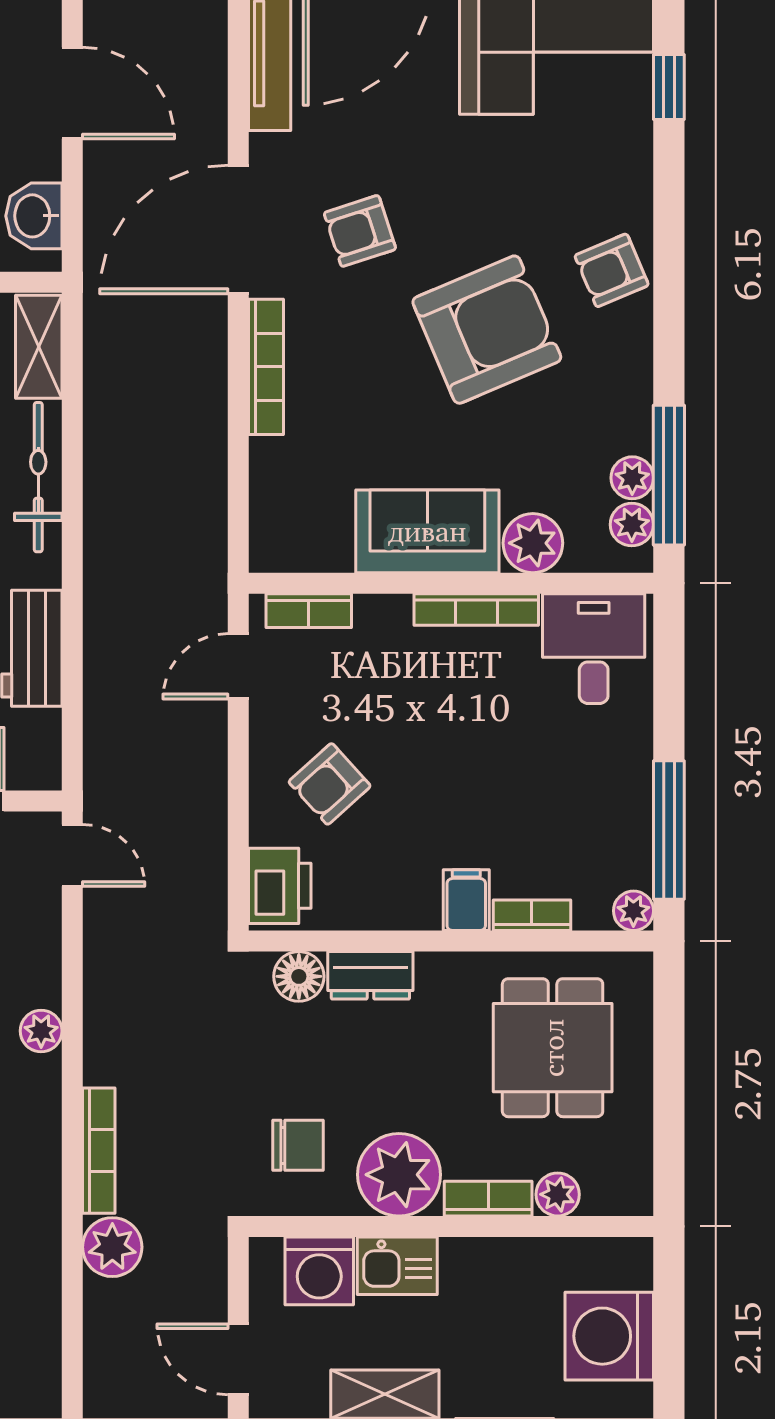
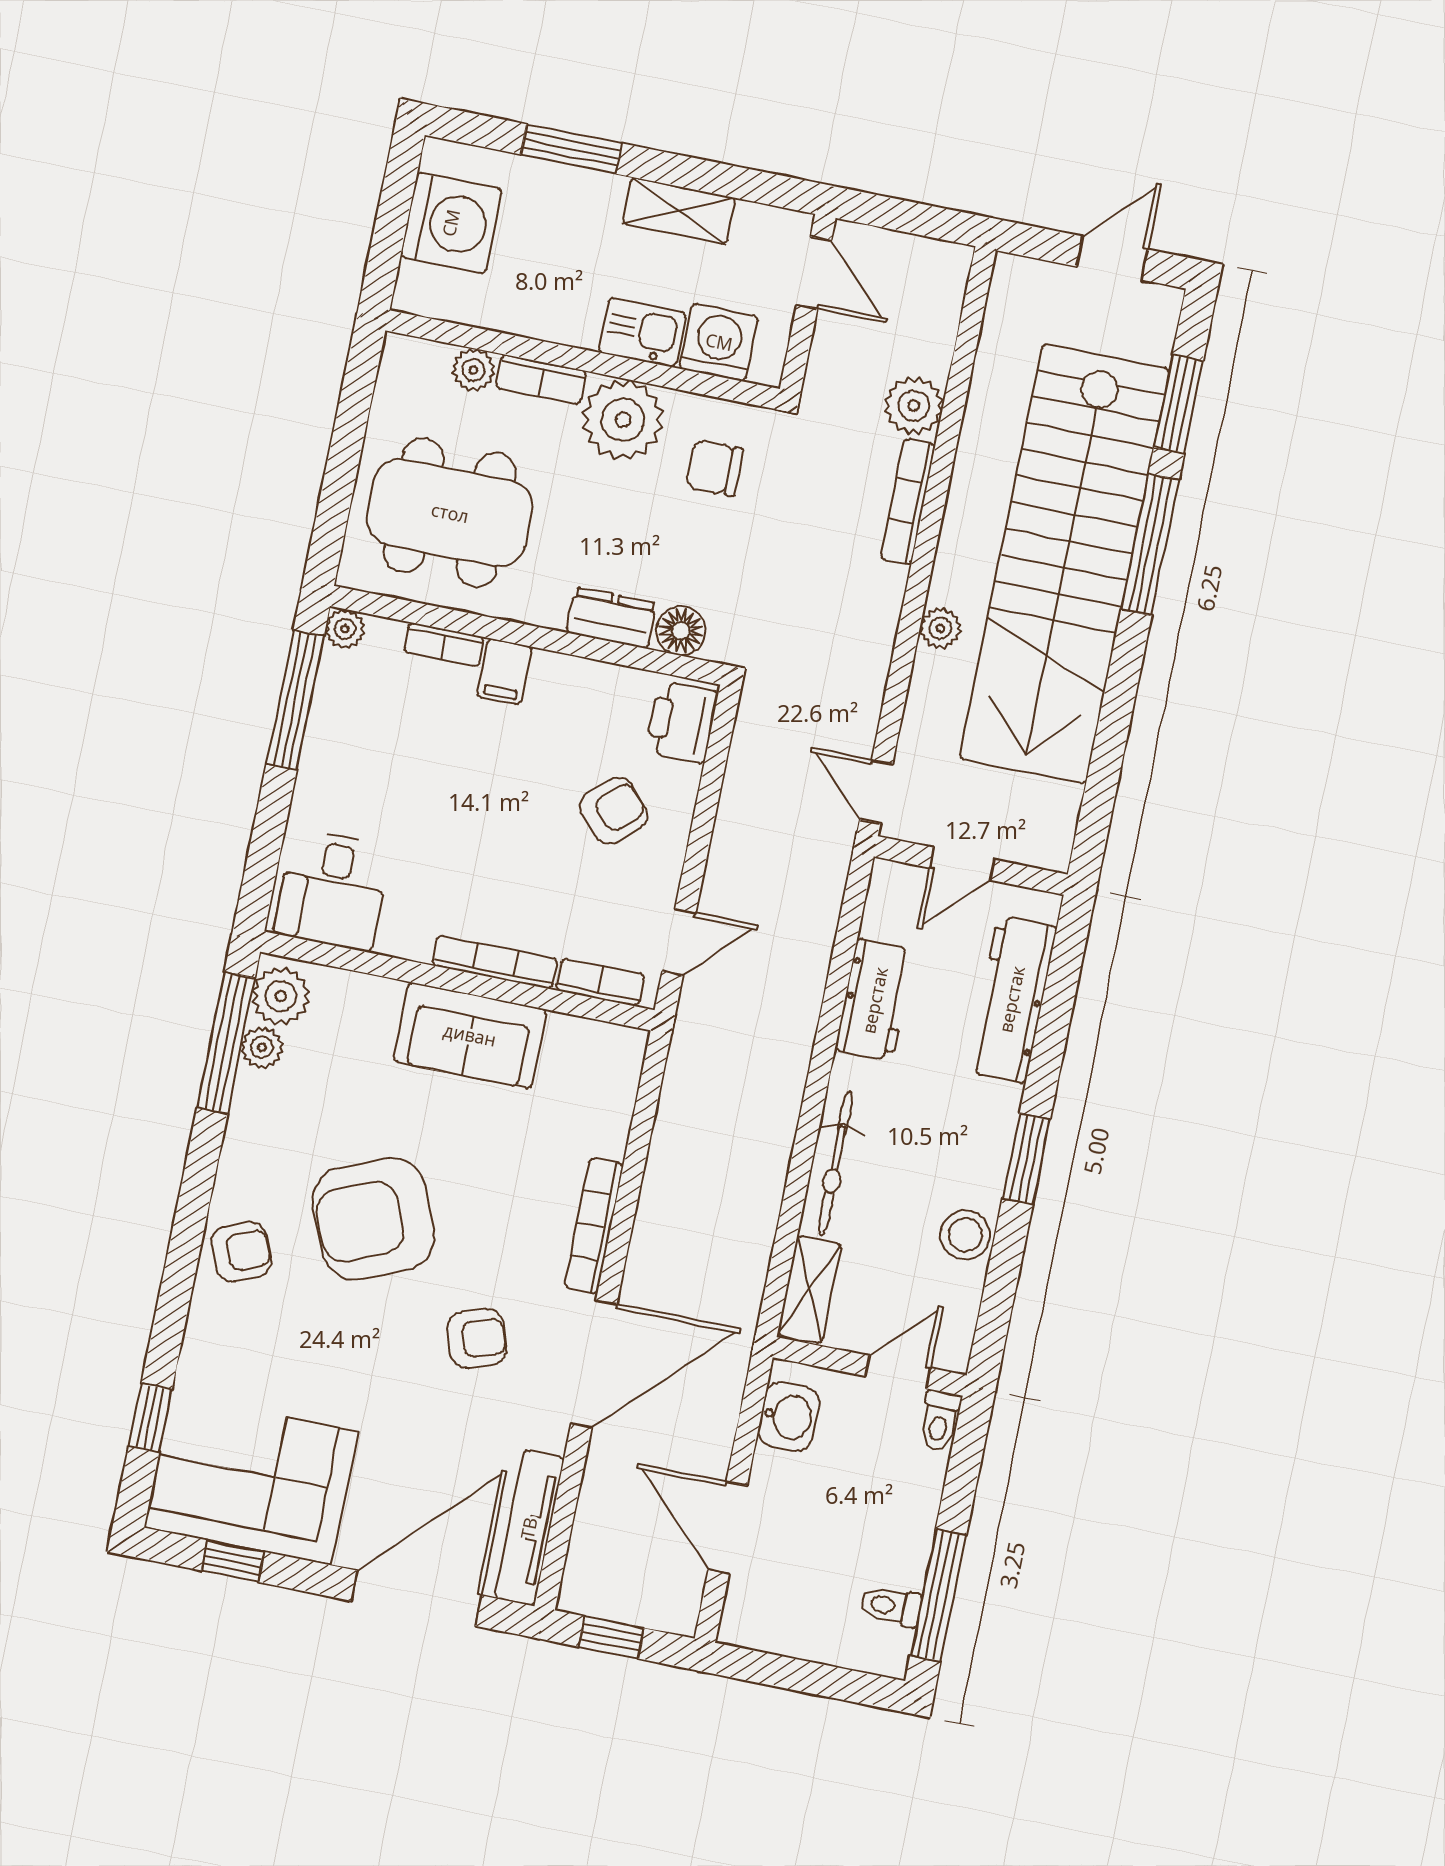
plant: (632, 525) -> (281, 996), width x1.38, depth x1.38
plant: (533, 543) -> (371, 1004), removed
bookcase: (476, 609) -> (495, 962), moved
dining table: (553, 1048) -> (450, 513), width x1.38

